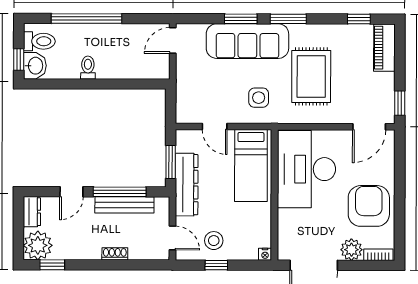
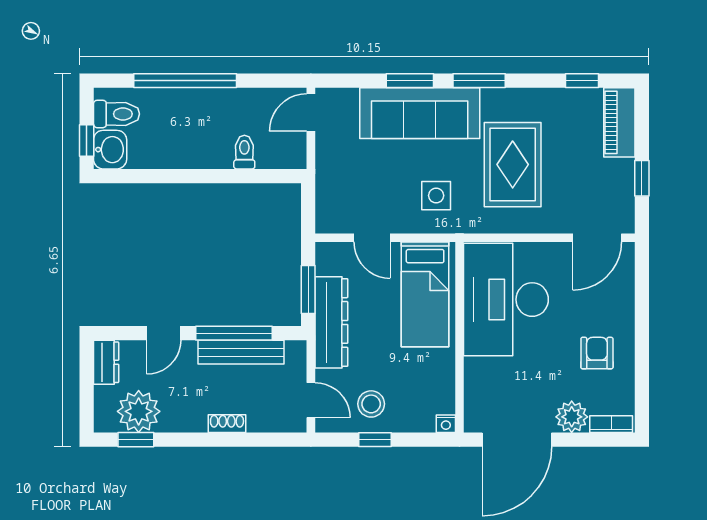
toilet: (88, 68) -> (244, 152), moved
window: (400, 103) -> (642, 178), moved
armchair: (369, 206) -> (597, 353), width x0.53, depth x0.53
plant: (38, 245) -> (139, 411), moved

